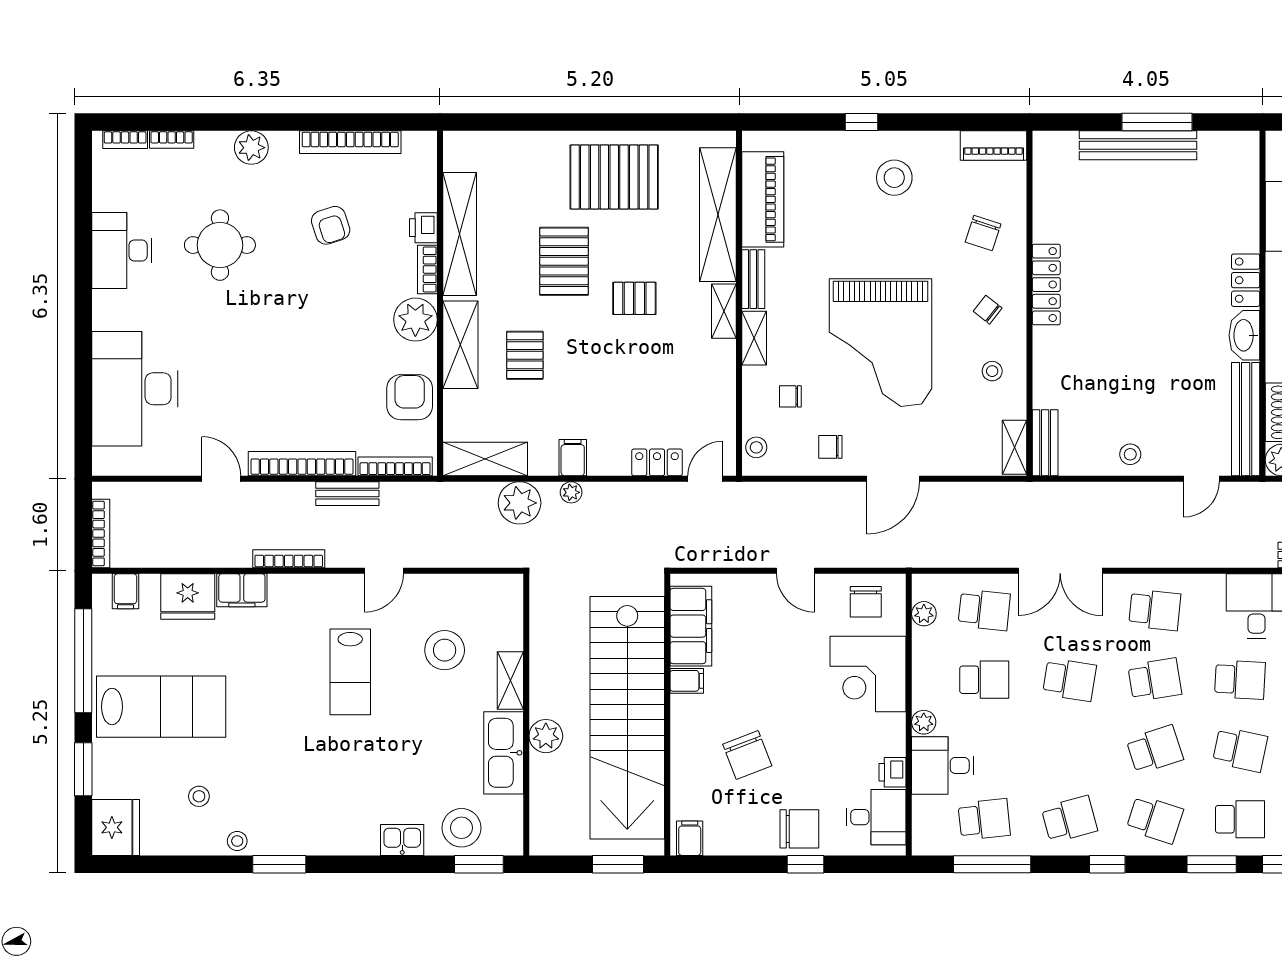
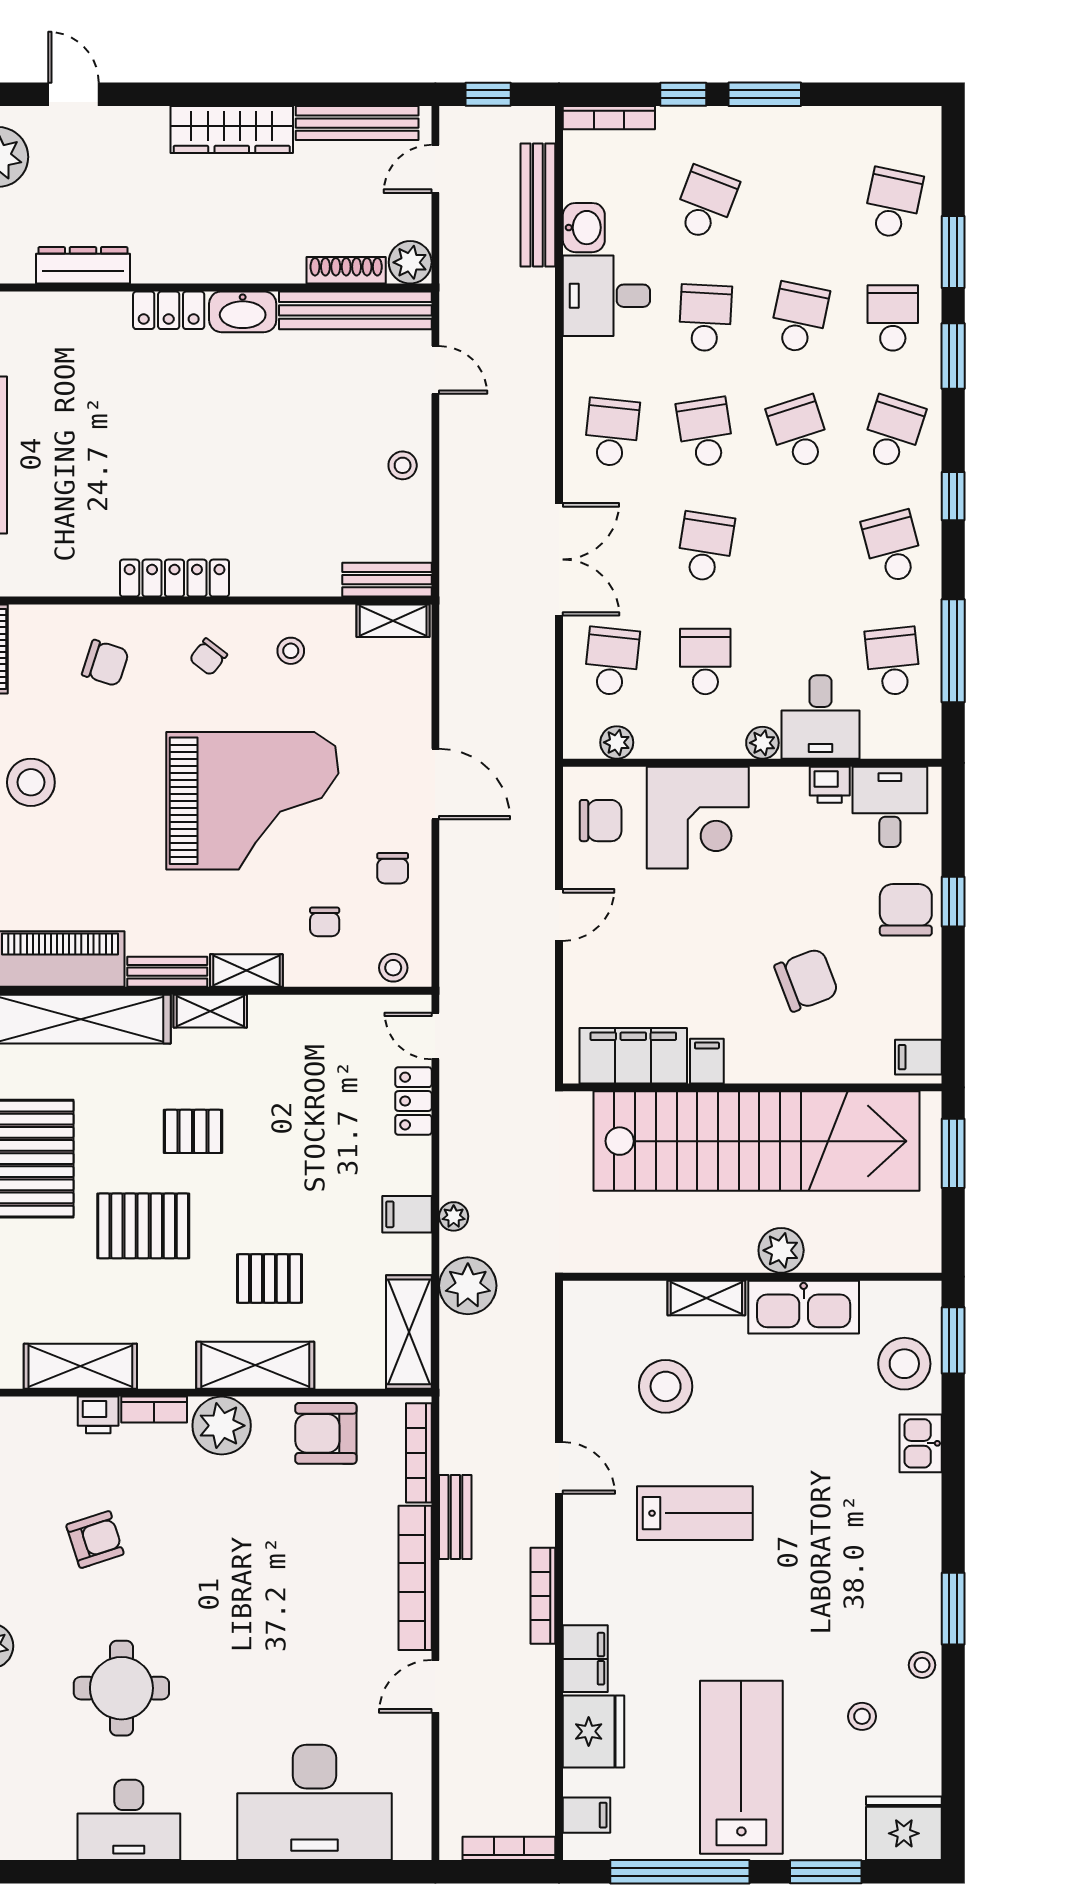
shelving: (460, 234) -> (80, 1366), width x0.68
pallet: (634, 298) -> (193, 1131), turned 90

